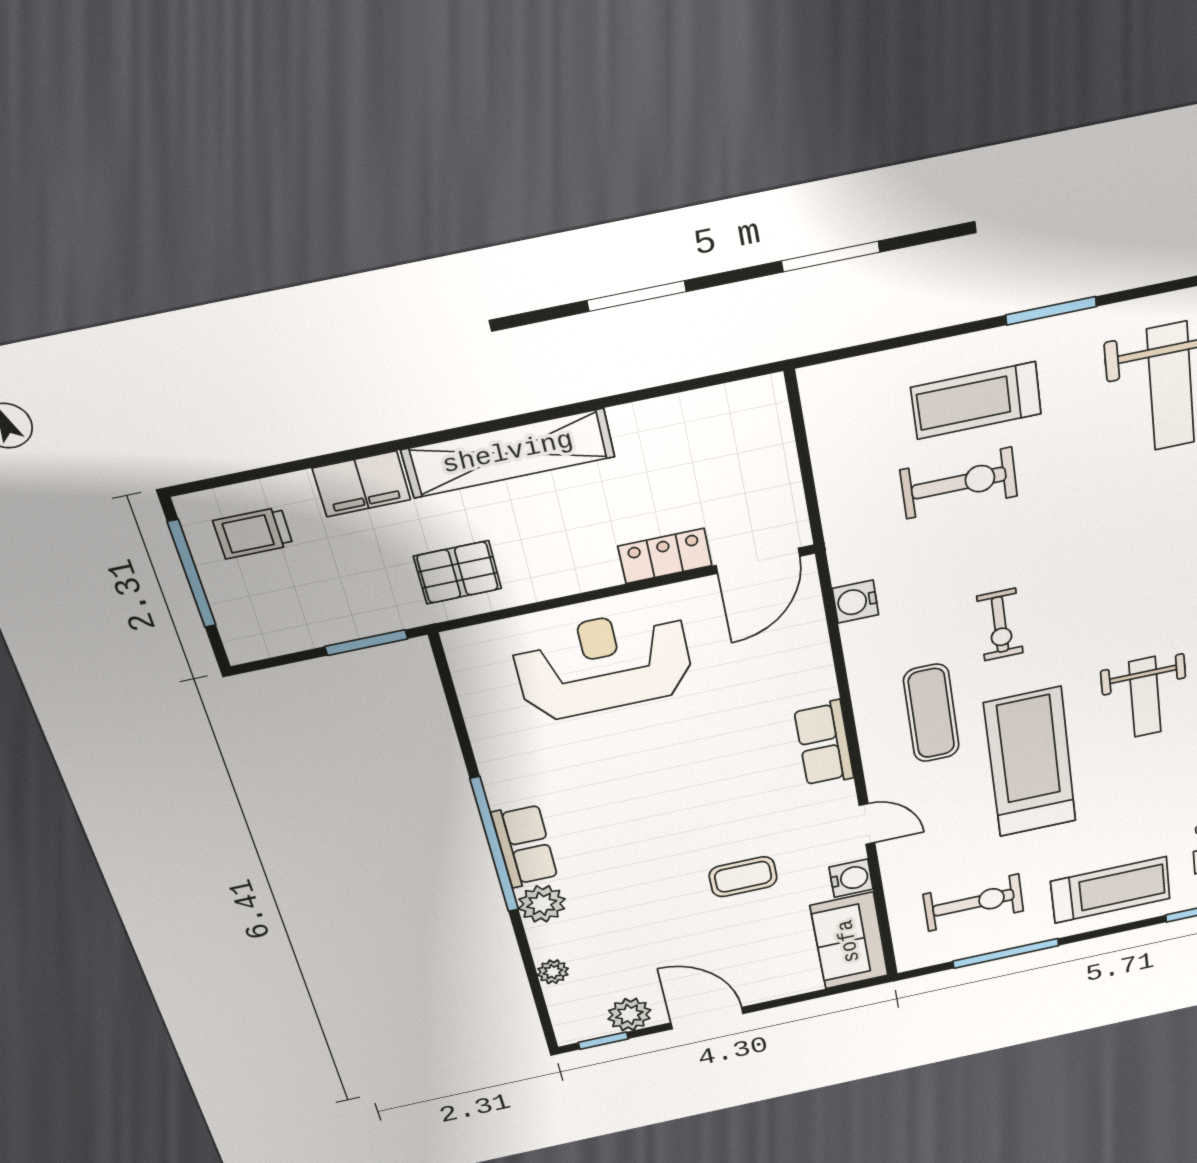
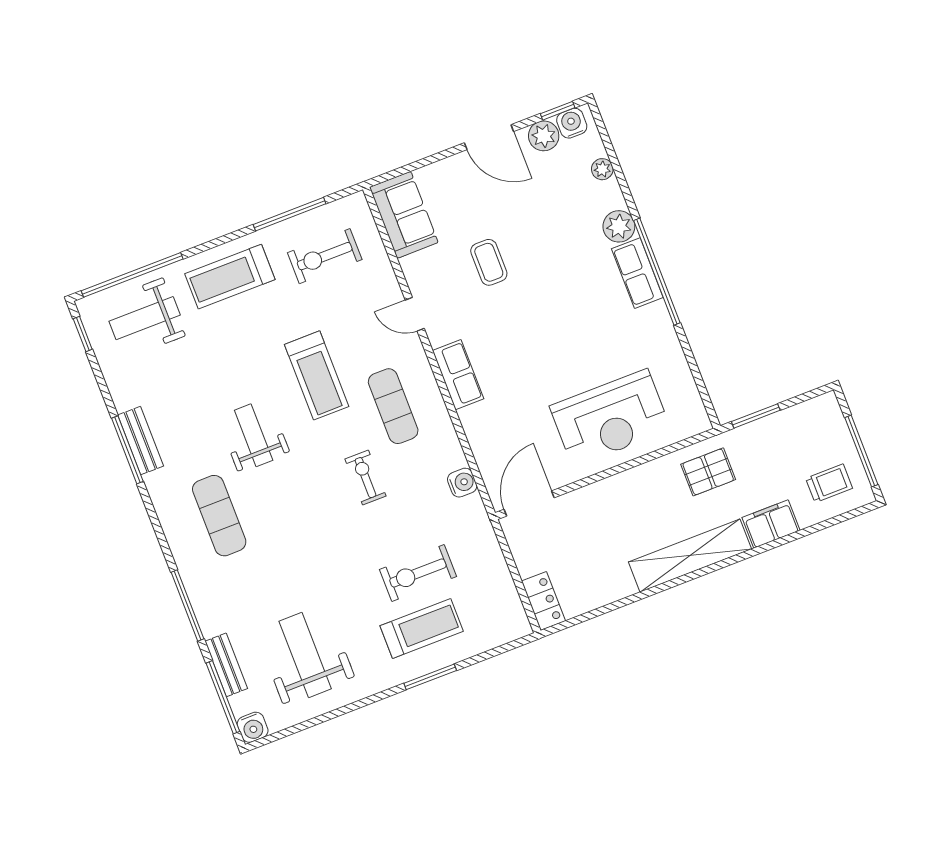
window: (1051, 311) -> (430, 677), moved
locker: (665, 556) -> (543, 601), moved, turned -90
treadmill: (1030, 763) -> (317, 375), width x0.73, depth x0.73
coffee table: (743, 877) -> (489, 262), turned 90
water cooler: (851, 878) -> (572, 123), moved, turned 90

